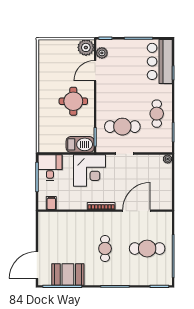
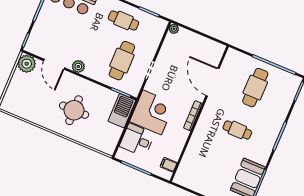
plant: (102, 53) -> (78, 66), moved
round table: (73, 101) -> (74, 110), moved
desk: (50, 168) -> (137, 140), moved

